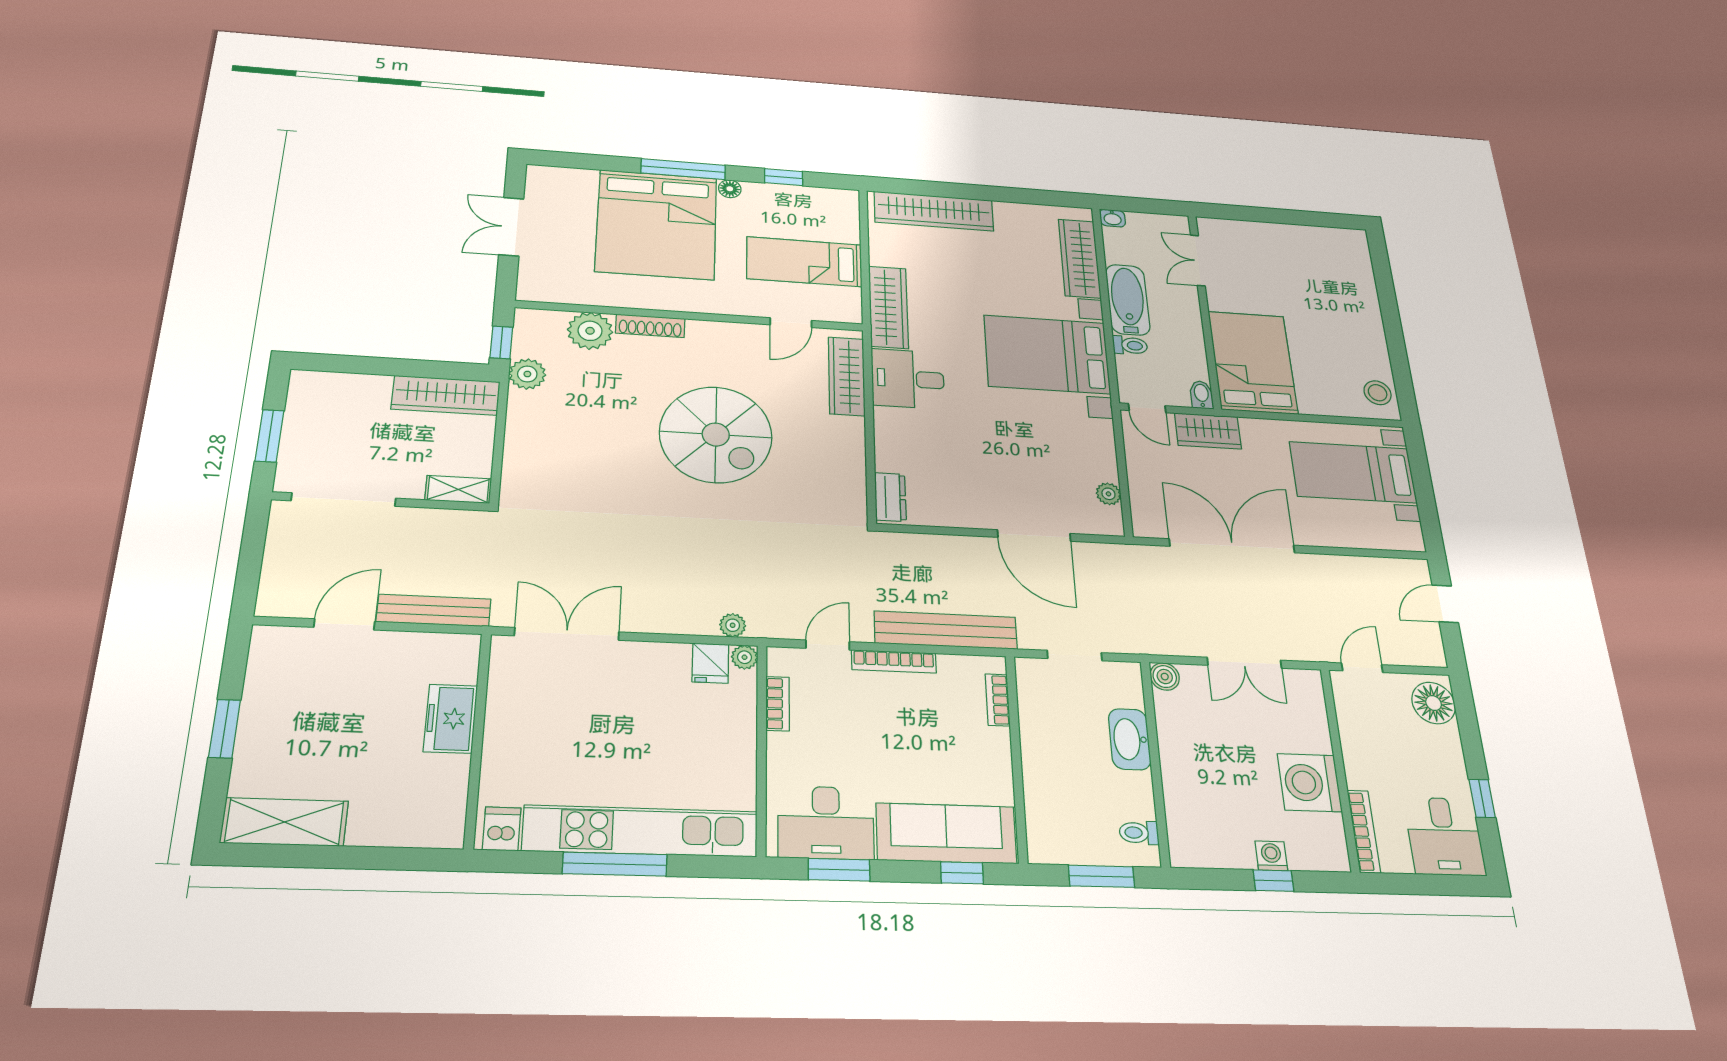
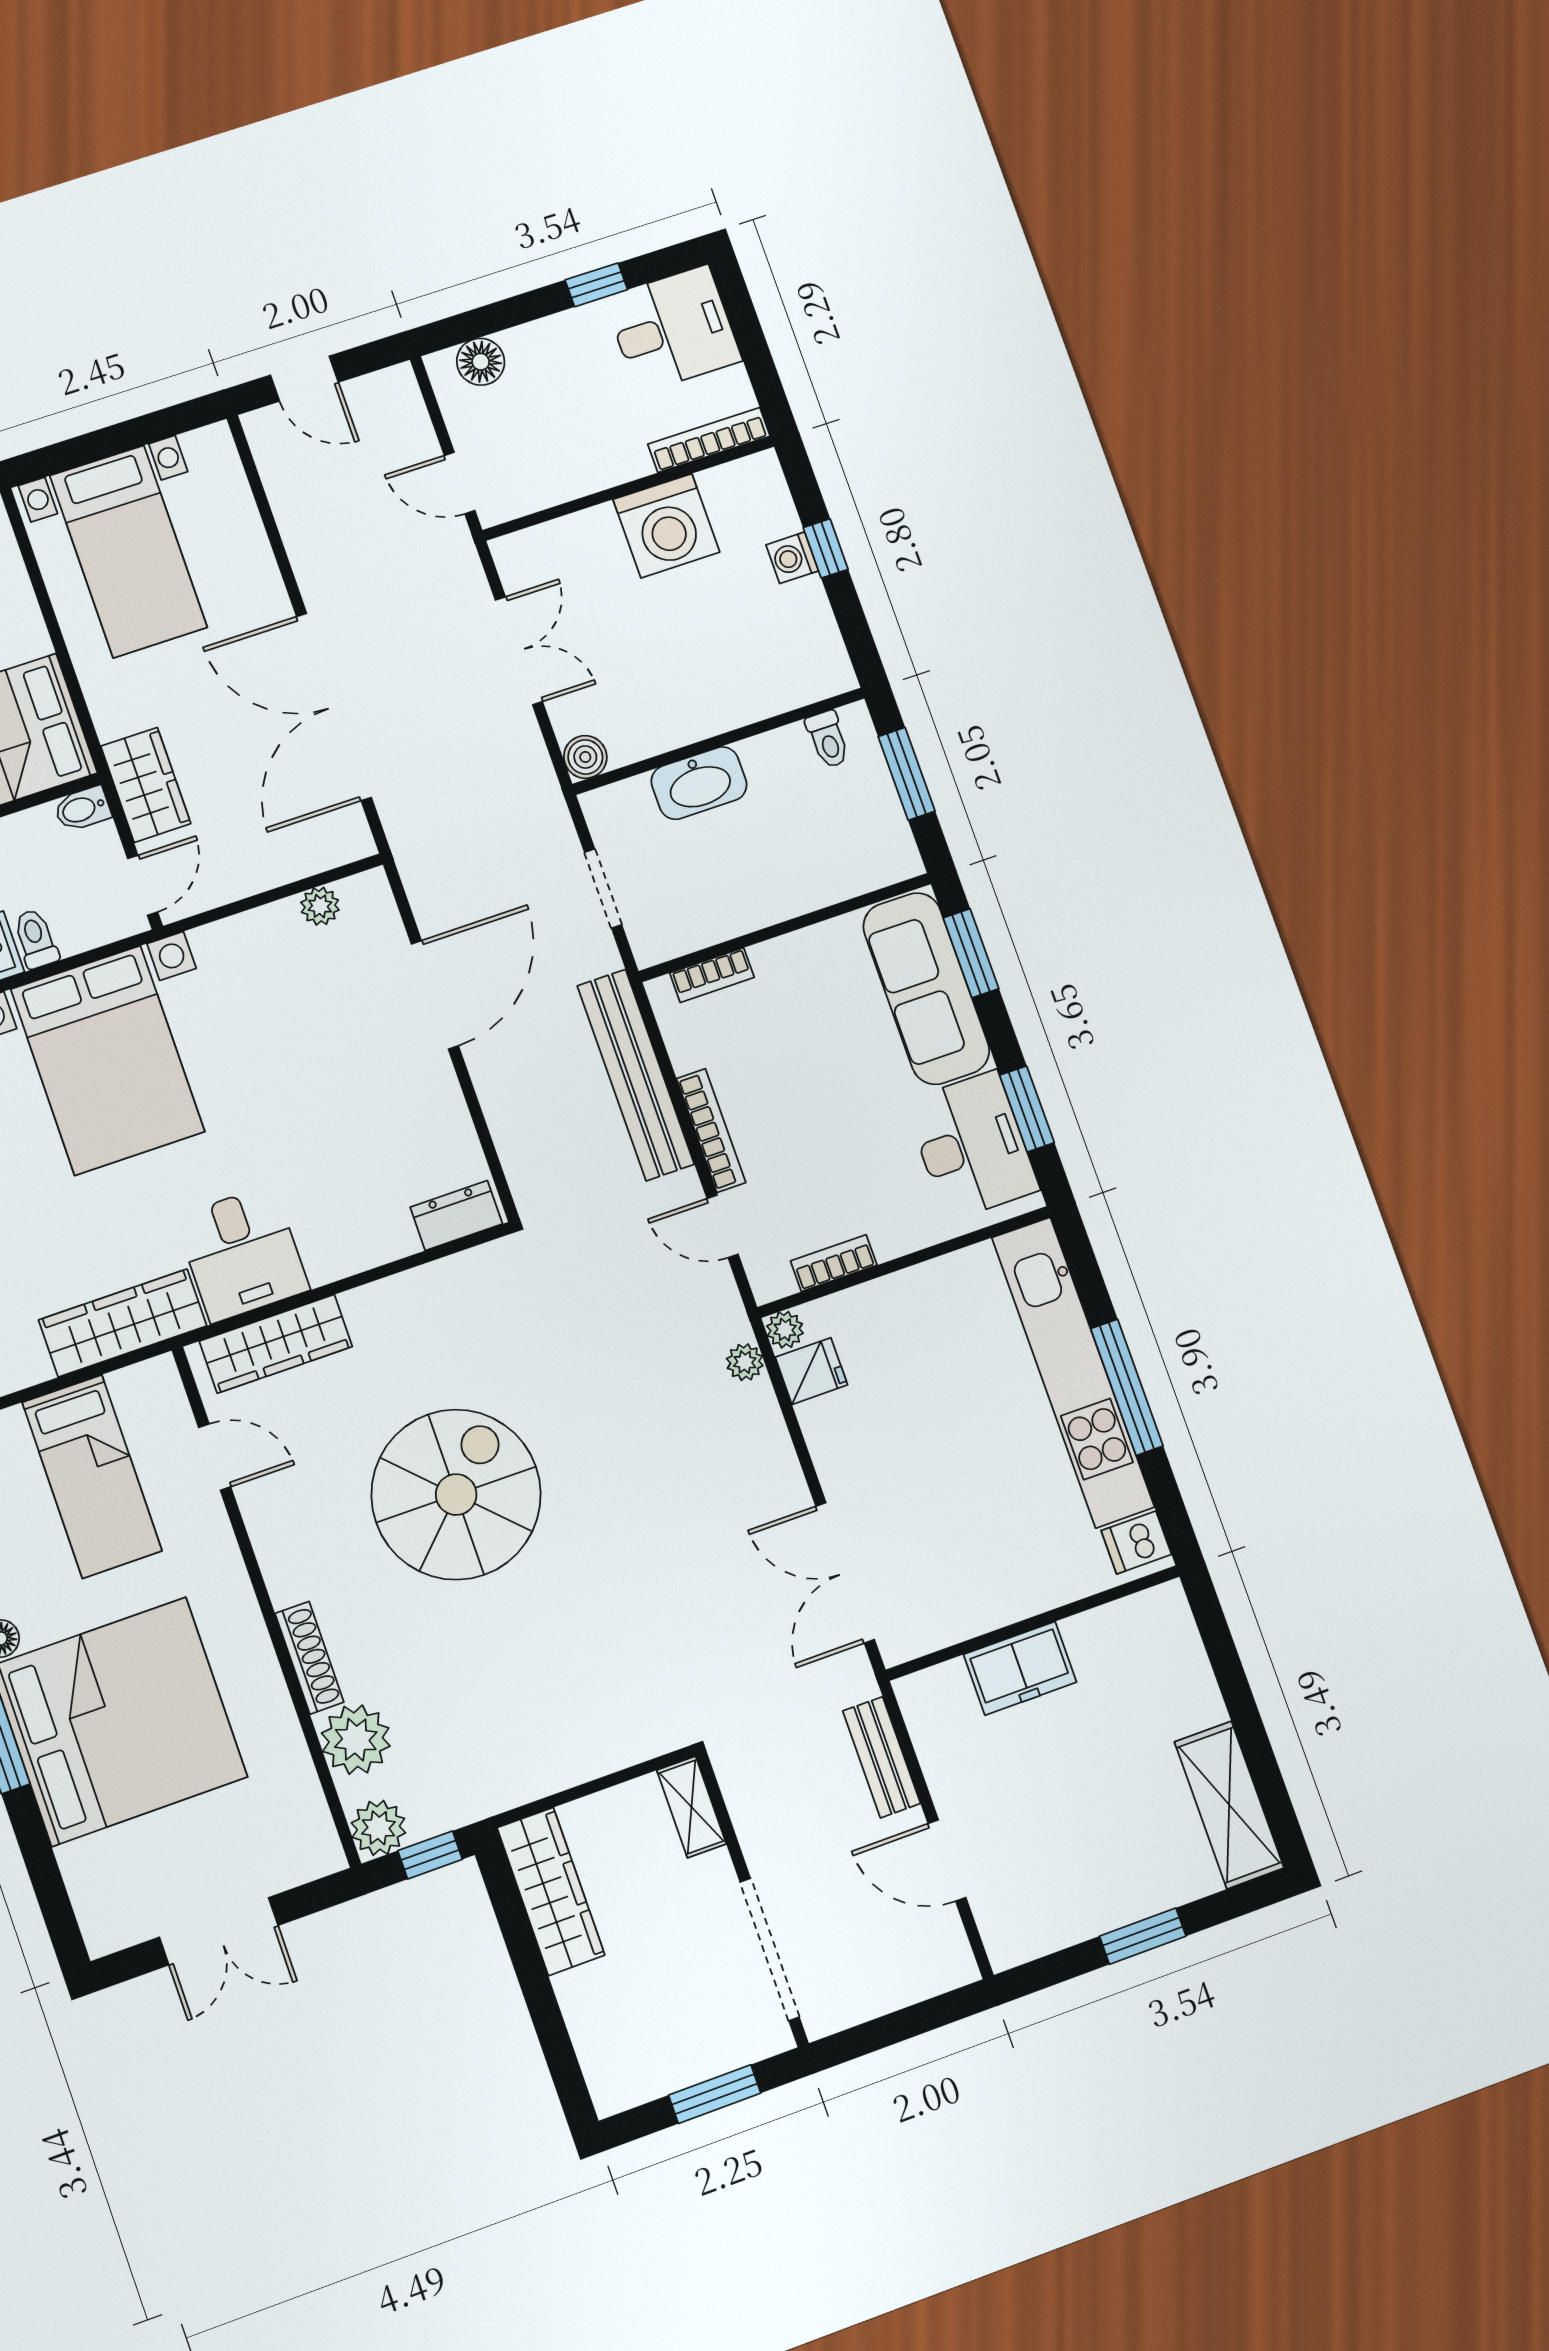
plant: (527, 374) -> (378, 1828), moved
bench: (434, 610) -> (882, 1757), width x0.73
floor lamp: (1434, 703) -> (481, 362), width x0.73, depth x0.73
window: (962, 873) -> (971, 953), width x1.50

